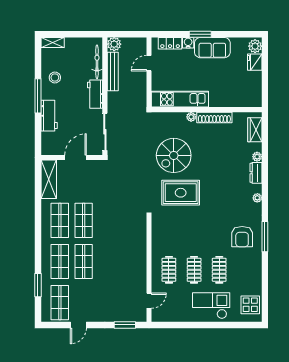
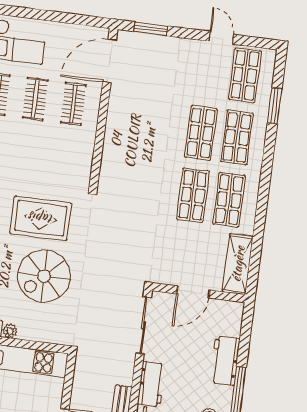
spiral stairs: (174, 155) -> (44, 276), turned 180
door: (149, 301) -> (110, 61), width x1.88
door: (78, 325) -> (221, 38), hinge flipped

